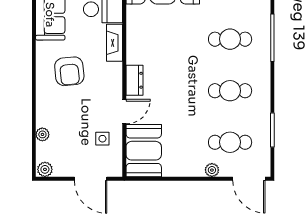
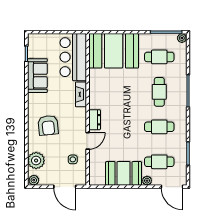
cafe table: (230, 39) -> (159, 92), turned 90
armchair: (69, 71) -> (48, 125), moved
plant: (42, 134) -> (36, 161), width x1.88, depth x1.88
booth: (144, 151) -> (124, 173), moved, turned 90

